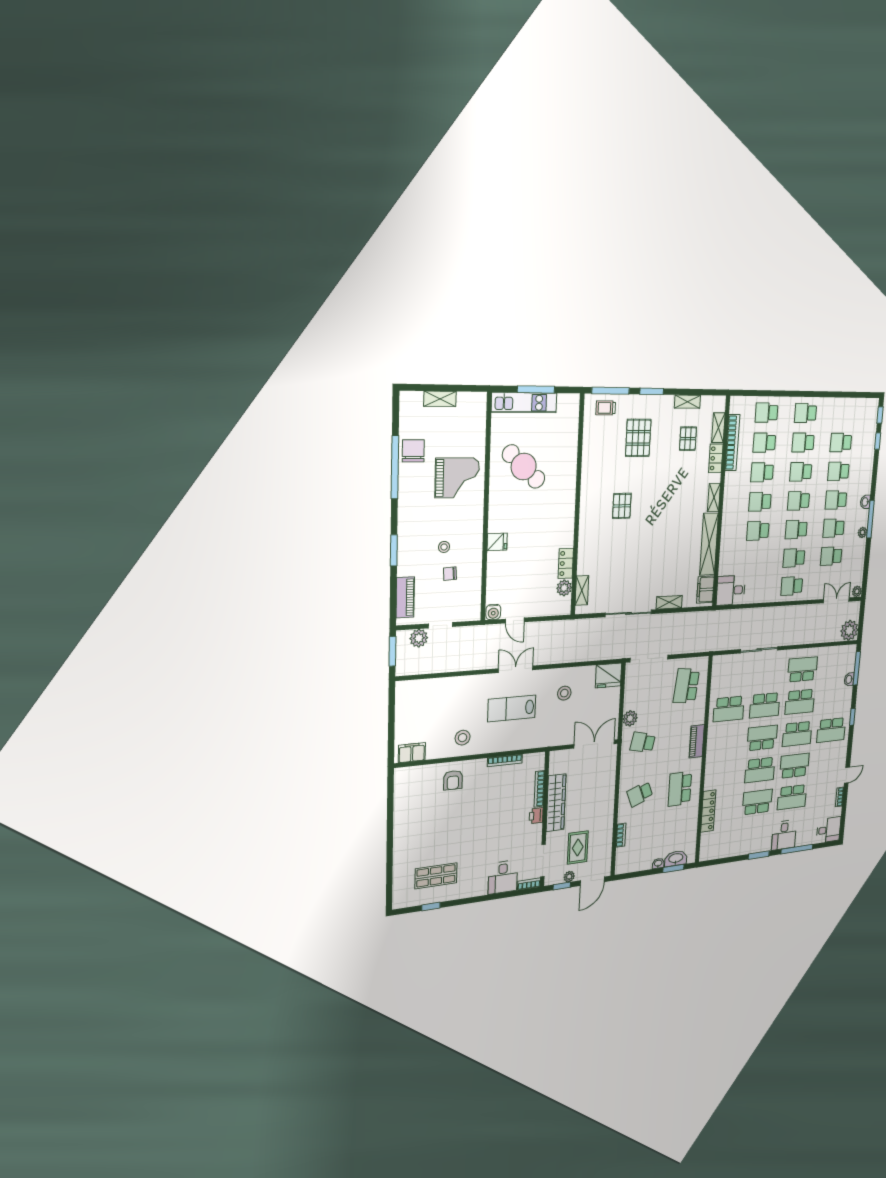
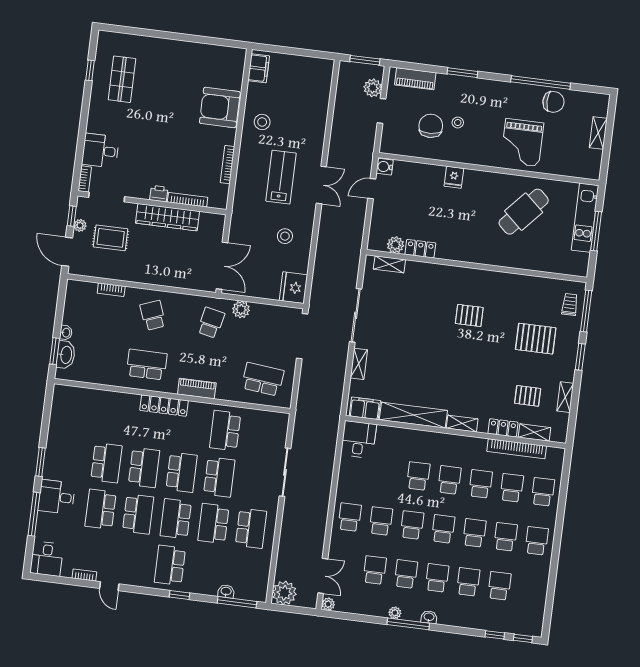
chair: (450, 574) -> (431, 126), width x1.87, depth x1.87
school desk: (765, 705) -> (219, 477), turned 180
school desk: (760, 770) -> (144, 468), turned 180
armchair: (453, 780) -> (220, 107), width x1.88, depth x1.88
locker: (708, 811) -> (164, 406), moved

